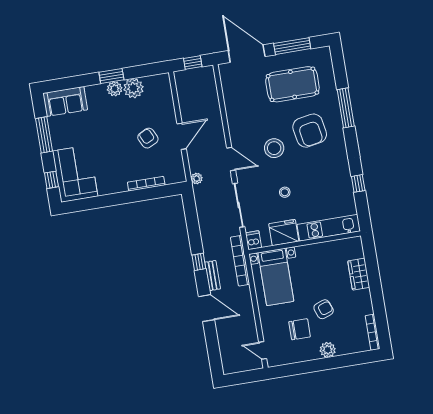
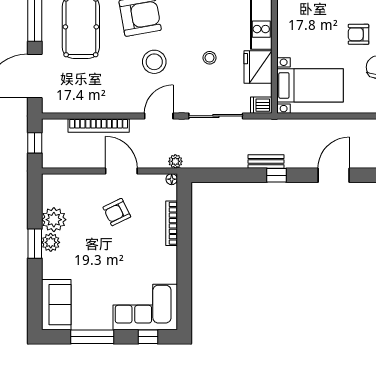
floor lamp: (182, 178) -> (172, 179), added
bookcase: (240, 261) -> (99, 125), moved
bench: (213, 276) -> (266, 162), moved
armchair: (324, 309) -> (359, 34), turned -70

